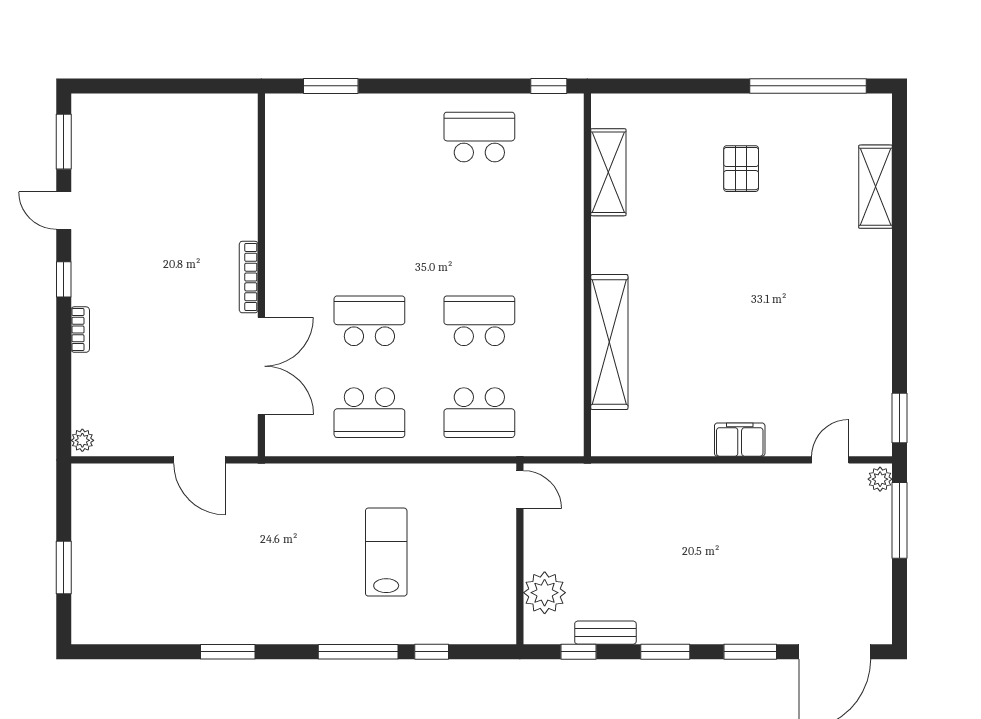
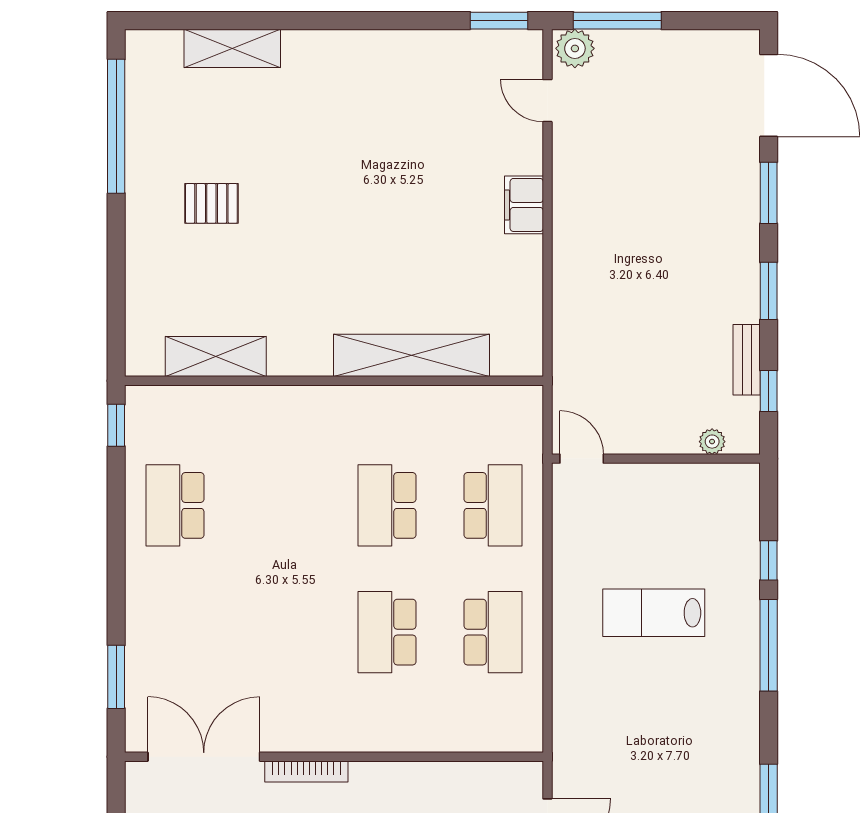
bookcase: (249, 277) -> (306, 771), moved
double door: (261, 366) -> (204, 757), moved
plant: (880, 479) -> (575, 48), width x1.38, depth x1.38
door: (520, 490) -> (582, 459), hinge flipped
plant: (545, 593) -> (712, 442), width x0.53, depth x0.53

